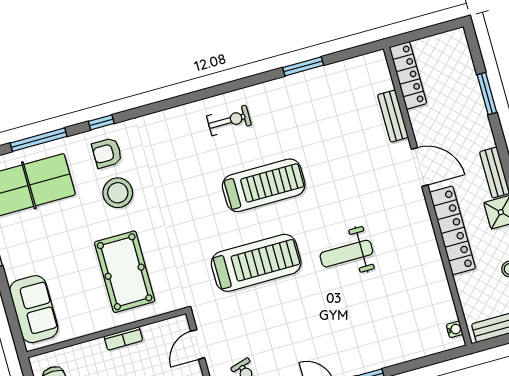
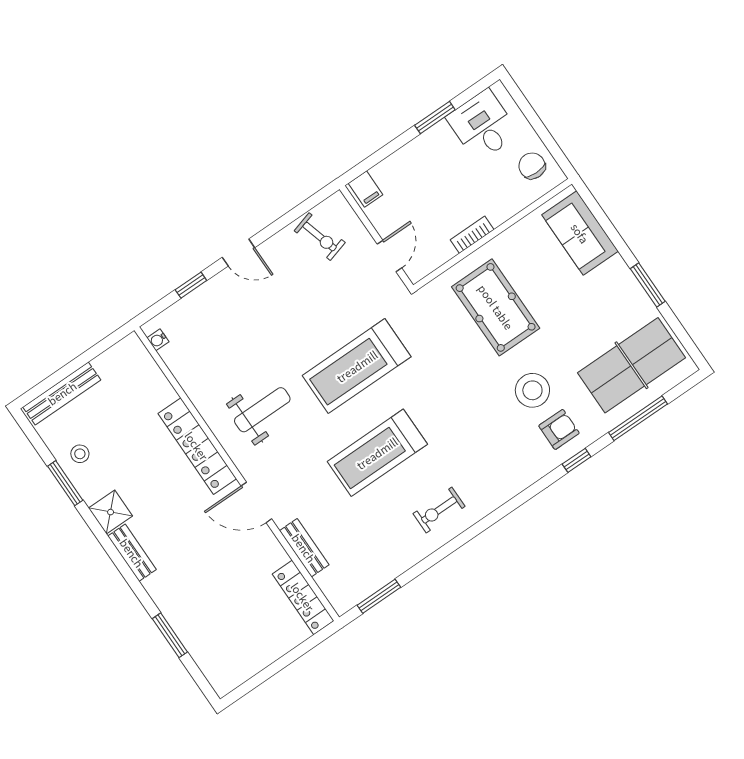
locker: (408, 75) -> (303, 597), moved
bench: (393, 116) -> (304, 548), moved
door: (420, 167) -> (256, 502), moved
wall: (428, 196) -> (237, 474), moved
locker: (452, 230) -> (197, 446), moved
water cooler: (455, 329) -> (158, 340), moved

